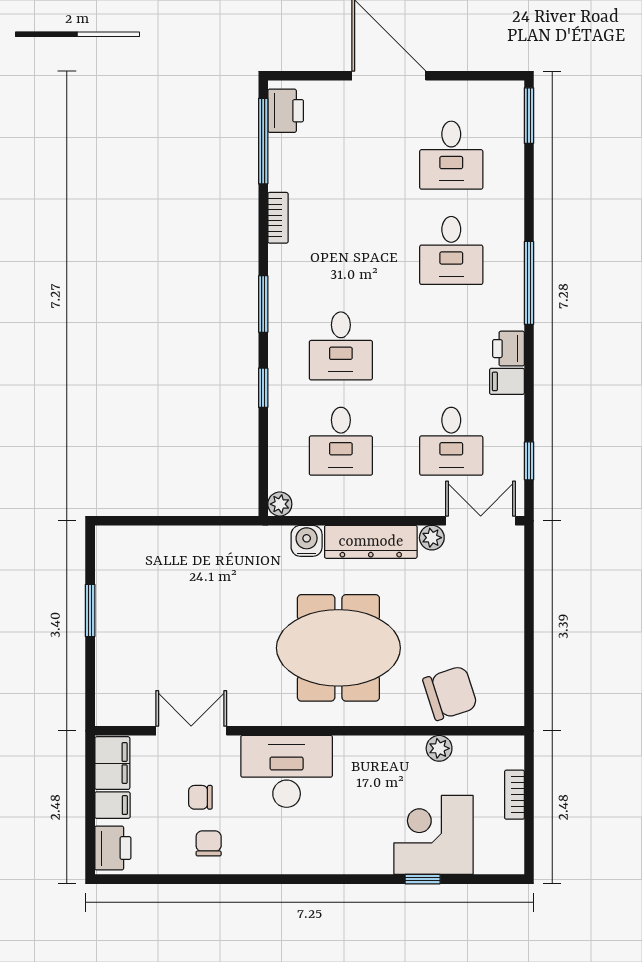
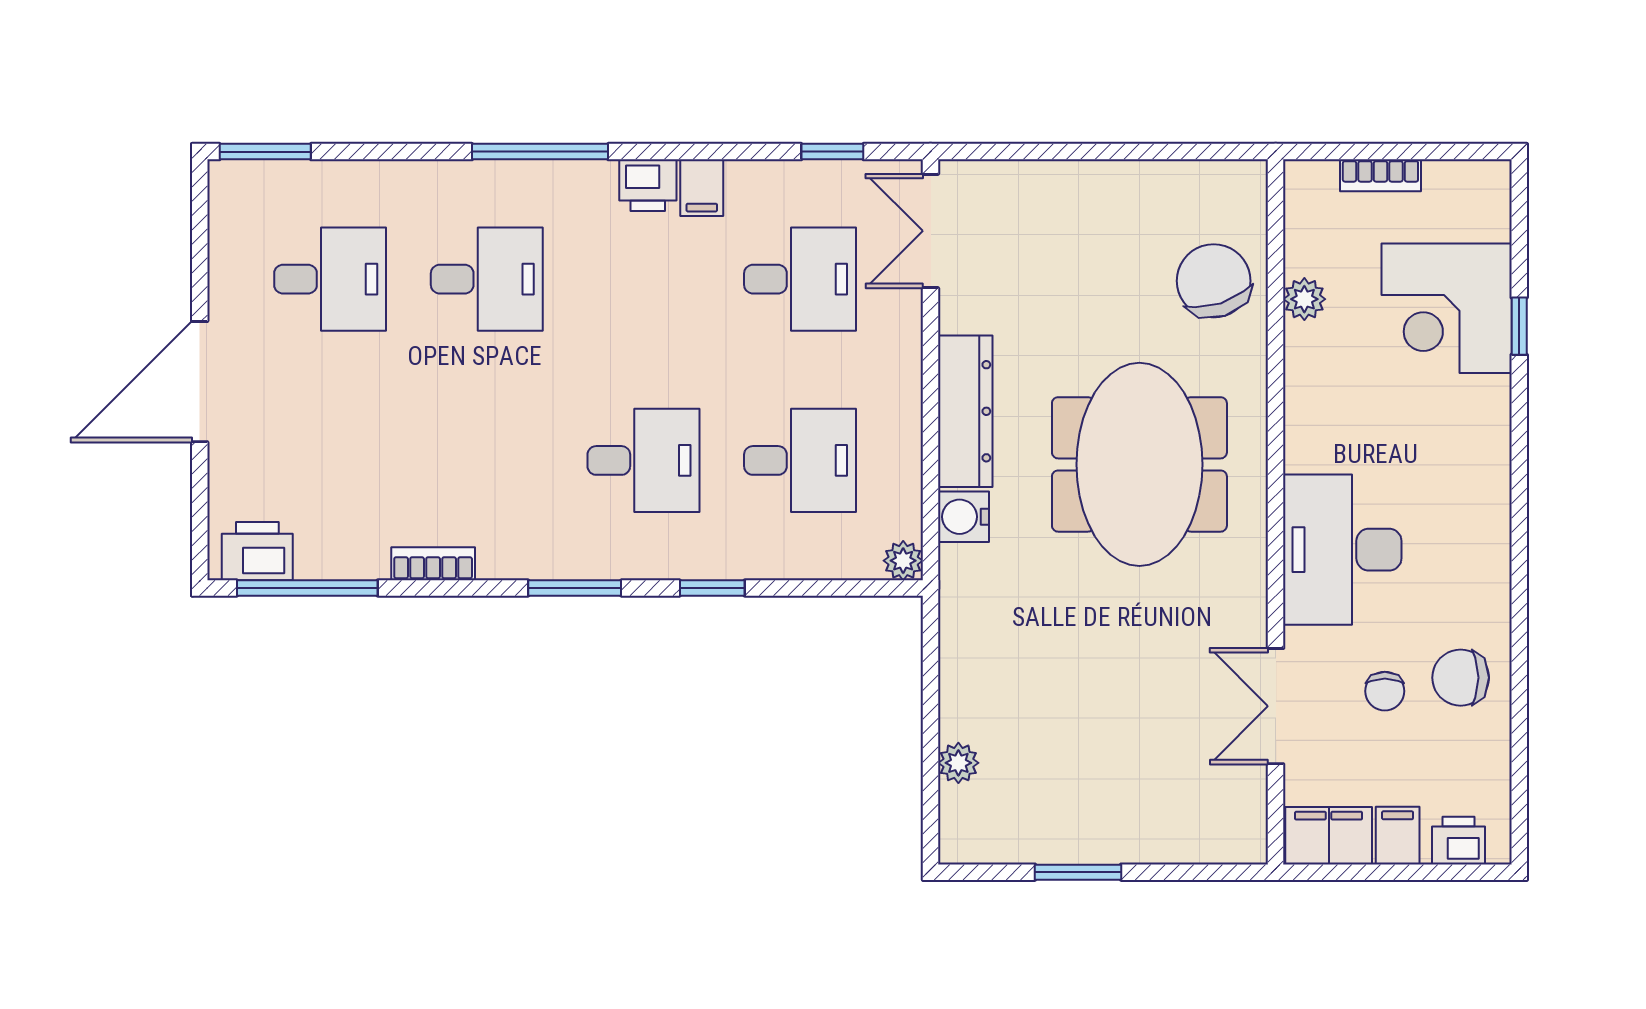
plant: (432, 538) -> (958, 763), moved
chair: (209, 843) -> (1461, 678), width x1.37, depth x1.37
printer: (113, 848) -> (1459, 841), width x0.73, depth x0.81

